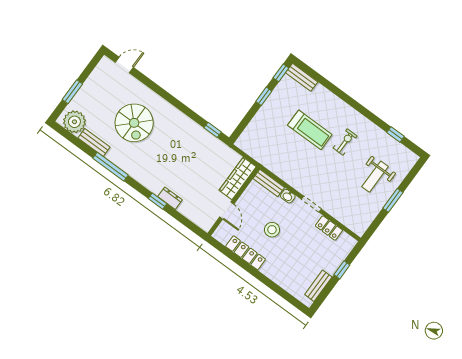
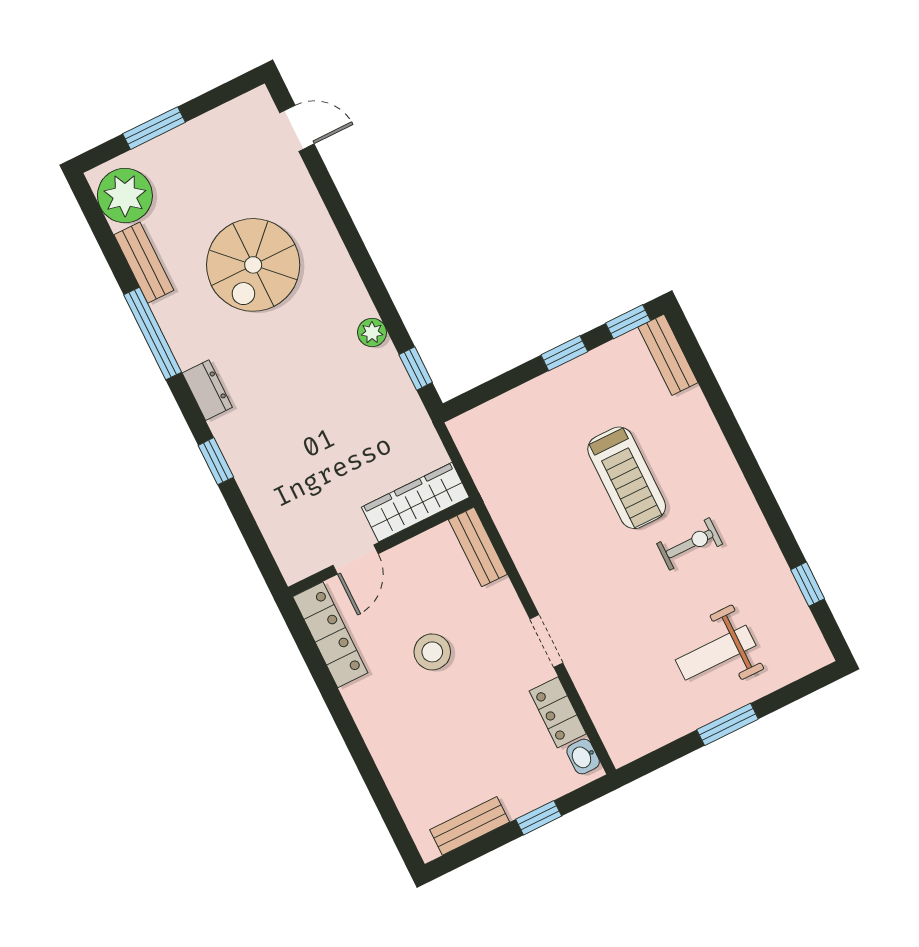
plant: (190, 125) -> (372, 332), added
washbasin: (288, 196) -> (583, 757), moved
dresser: (170, 198) -> (207, 390), moved
locker: (246, 253) -> (330, 635), moved

